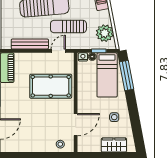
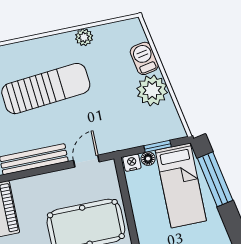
sun lounger: (68, 26) -> (95, 114), removed
plant: (105, 33) -> (152, 90), moved

